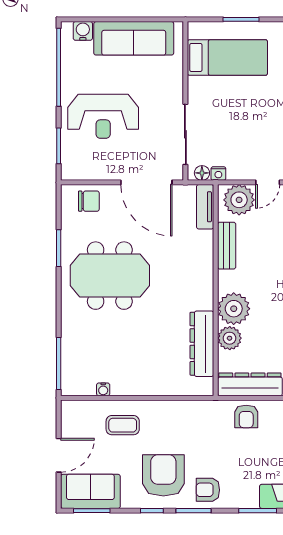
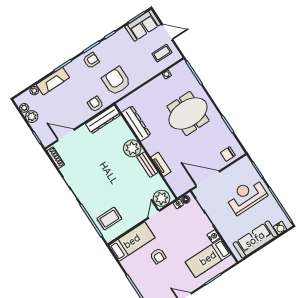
nightstand: (196, 87) -> (214, 236), added
tv unit: (205, 207) -> (161, 164), moved
bench: (227, 246) -> (147, 165), moved
meeting table: (110, 276) -> (188, 114), moved
plant: (230, 338) -> (126, 134), removed
coffee table: (123, 425) -> (162, 53), moved
door: (59, 455) -> (167, 32), swing flipped
armchair: (163, 475) -> (116, 81), moved, turned 180

